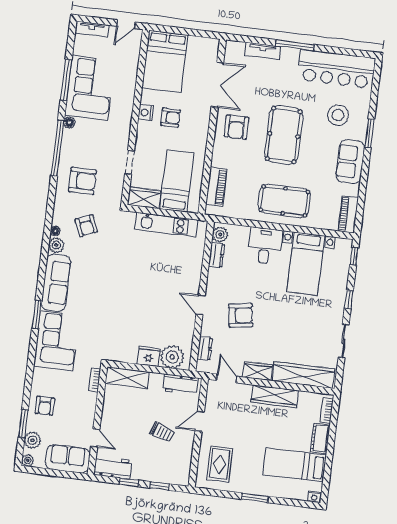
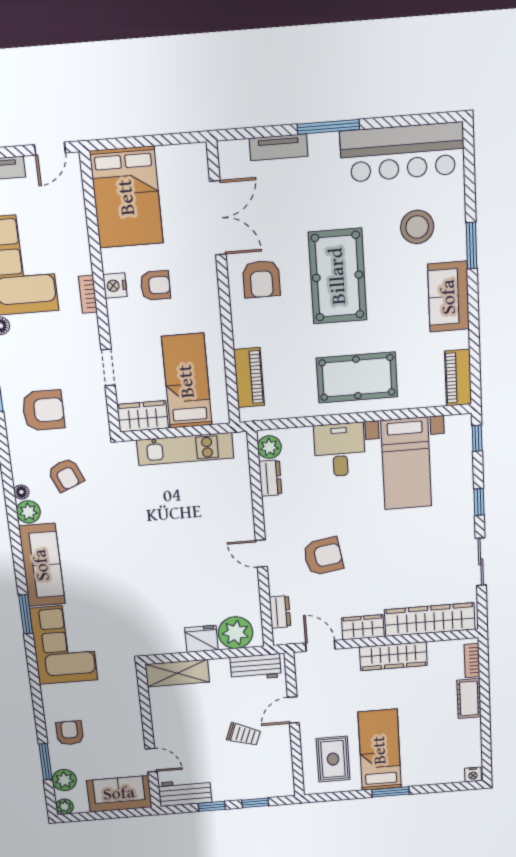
bookcase: (95, 380) -> (88, 294), moved
armchair: (45, 406) -> (70, 733), turned 180
bed: (295, 465) -> (380, 750), moved, turned 90

